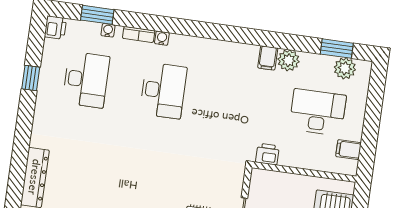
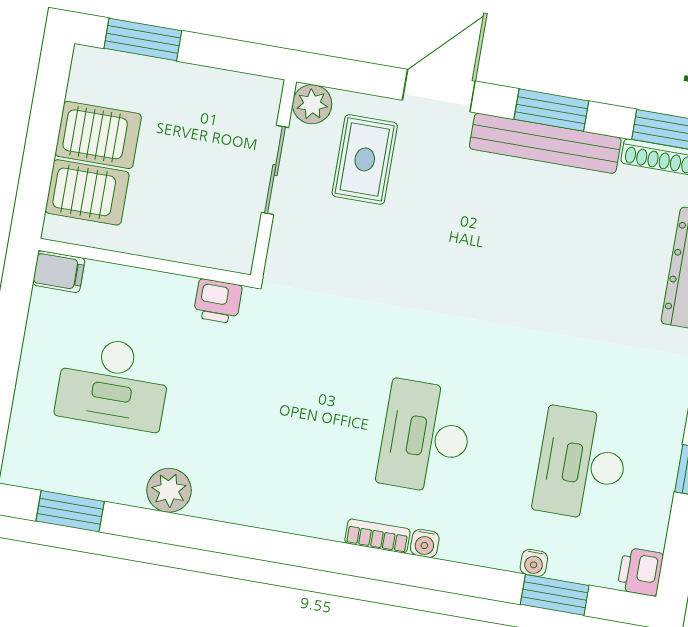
bookcase: (139, 35) -> (377, 536), moved
filing cabinet: (268, 58) -> (211, 497), removed
plant: (345, 68) -> (55, 470), removed
filing cabinet: (348, 150) -> (59, 272), moved

